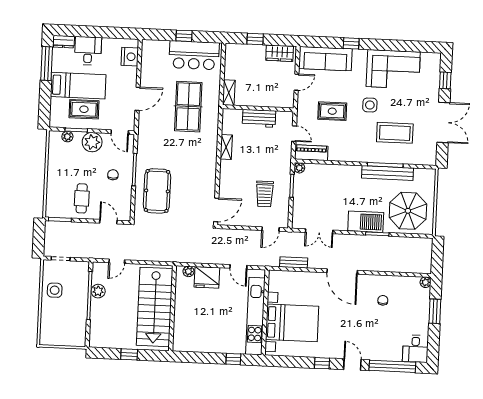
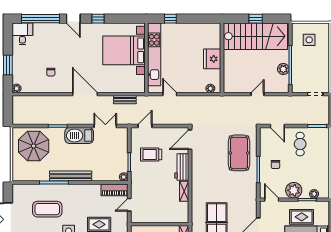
workbench: (259, 118) -> (182, 167), moved, turned -90
door: (294, 134) -> (129, 205), hinge flipped
bench: (388, 173) -> (71, 176), moved
trolley: (265, 194) -> (151, 154), turned -90
barbecue: (366, 222) -> (79, 136), moved
door: (117, 261) -> (258, 94), moved
fridge: (207, 277) -> (212, 59), moved, turned -90
side table: (55, 290) -> (309, 40), moved
stairs: (155, 307) -> (255, 36), moved, turned 90

